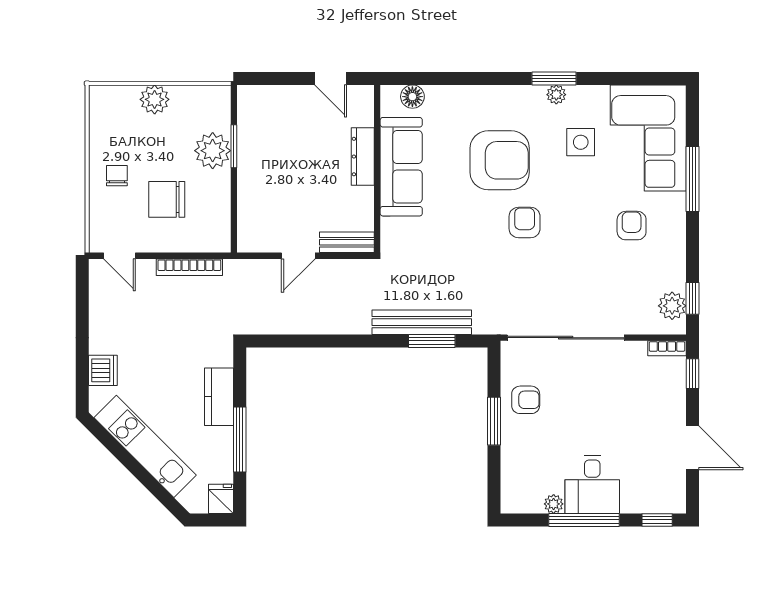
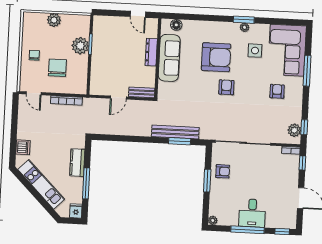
chair: (167, 199) -> (57, 68), turned 90
plant: (554, 504) -> (213, 220), moved

